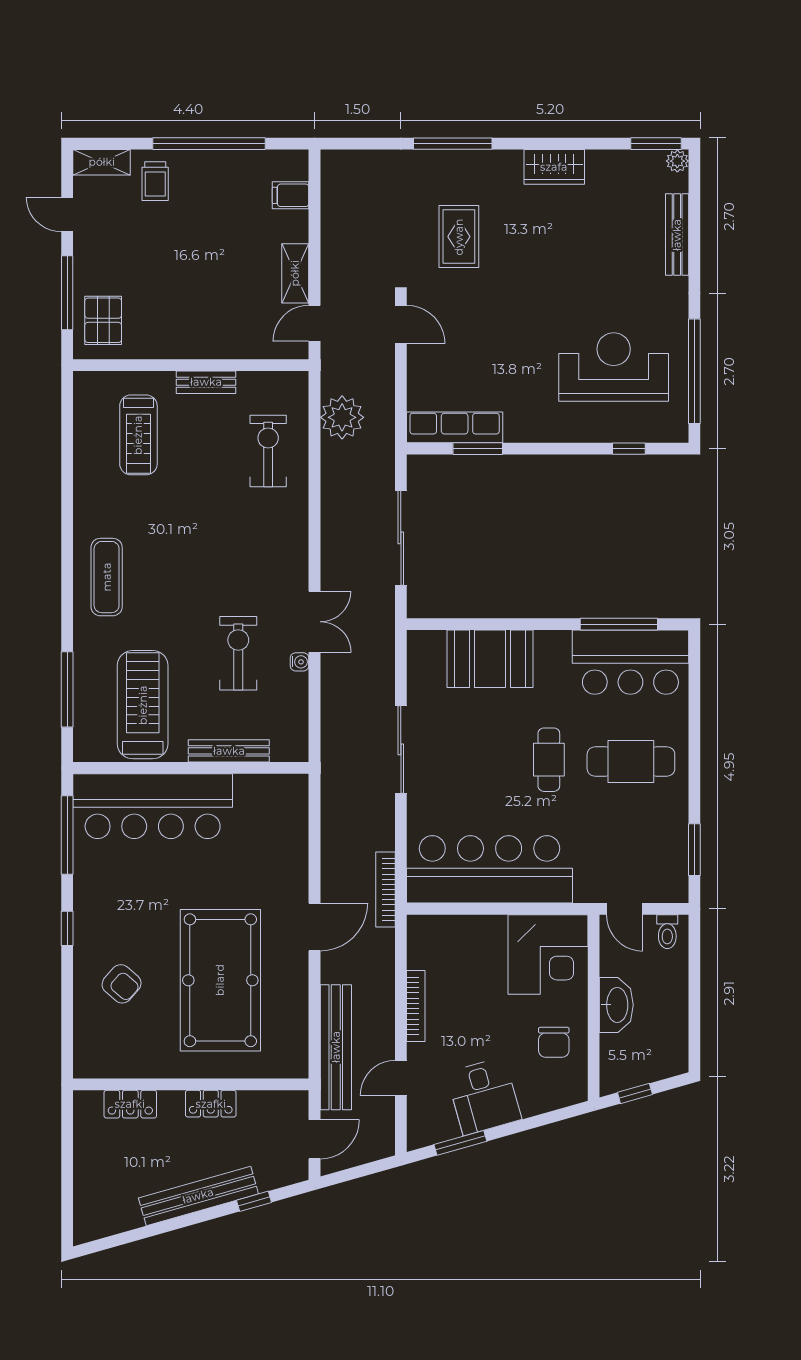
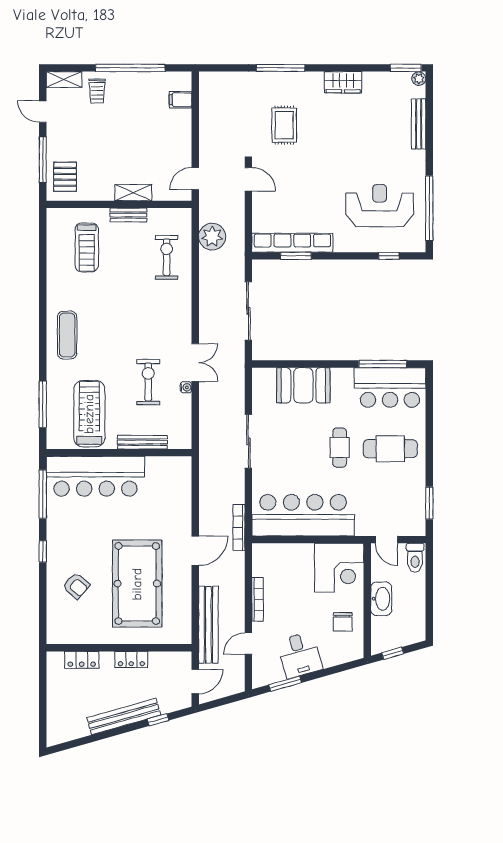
shelving: (295, 273) -> (133, 193), moved, turned 90
row of seats: (455, 427) -> (292, 243), width x1.36
toilet: (667, 932) -> (415, 558), width x1.37, depth x1.39

